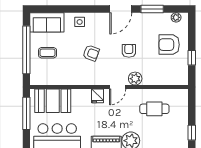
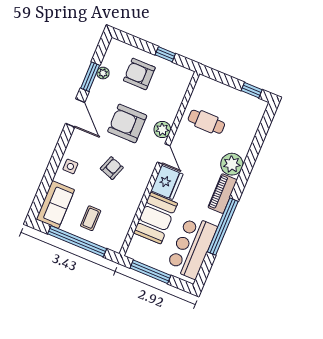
plant: (176, 17) -> (103, 73), moved
armchair: (169, 45) -> (139, 74), turned 90
armchair: (129, 51) -> (127, 124), width x1.88, depth x1.88
fridge: (97, 96) -> (167, 182), width x1.88, depth x1.34
booth: (53, 101) -> (156, 218), moved
cafe table: (154, 109) -> (206, 122), turned 90

